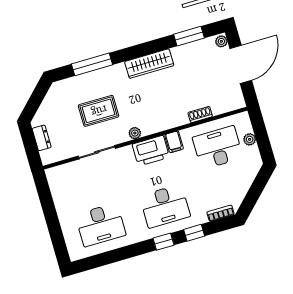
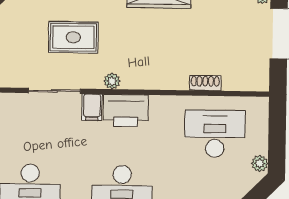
plant: (250, 139) -> (260, 163), moved
filing cabinet: (174, 142) -> (92, 107), moved

